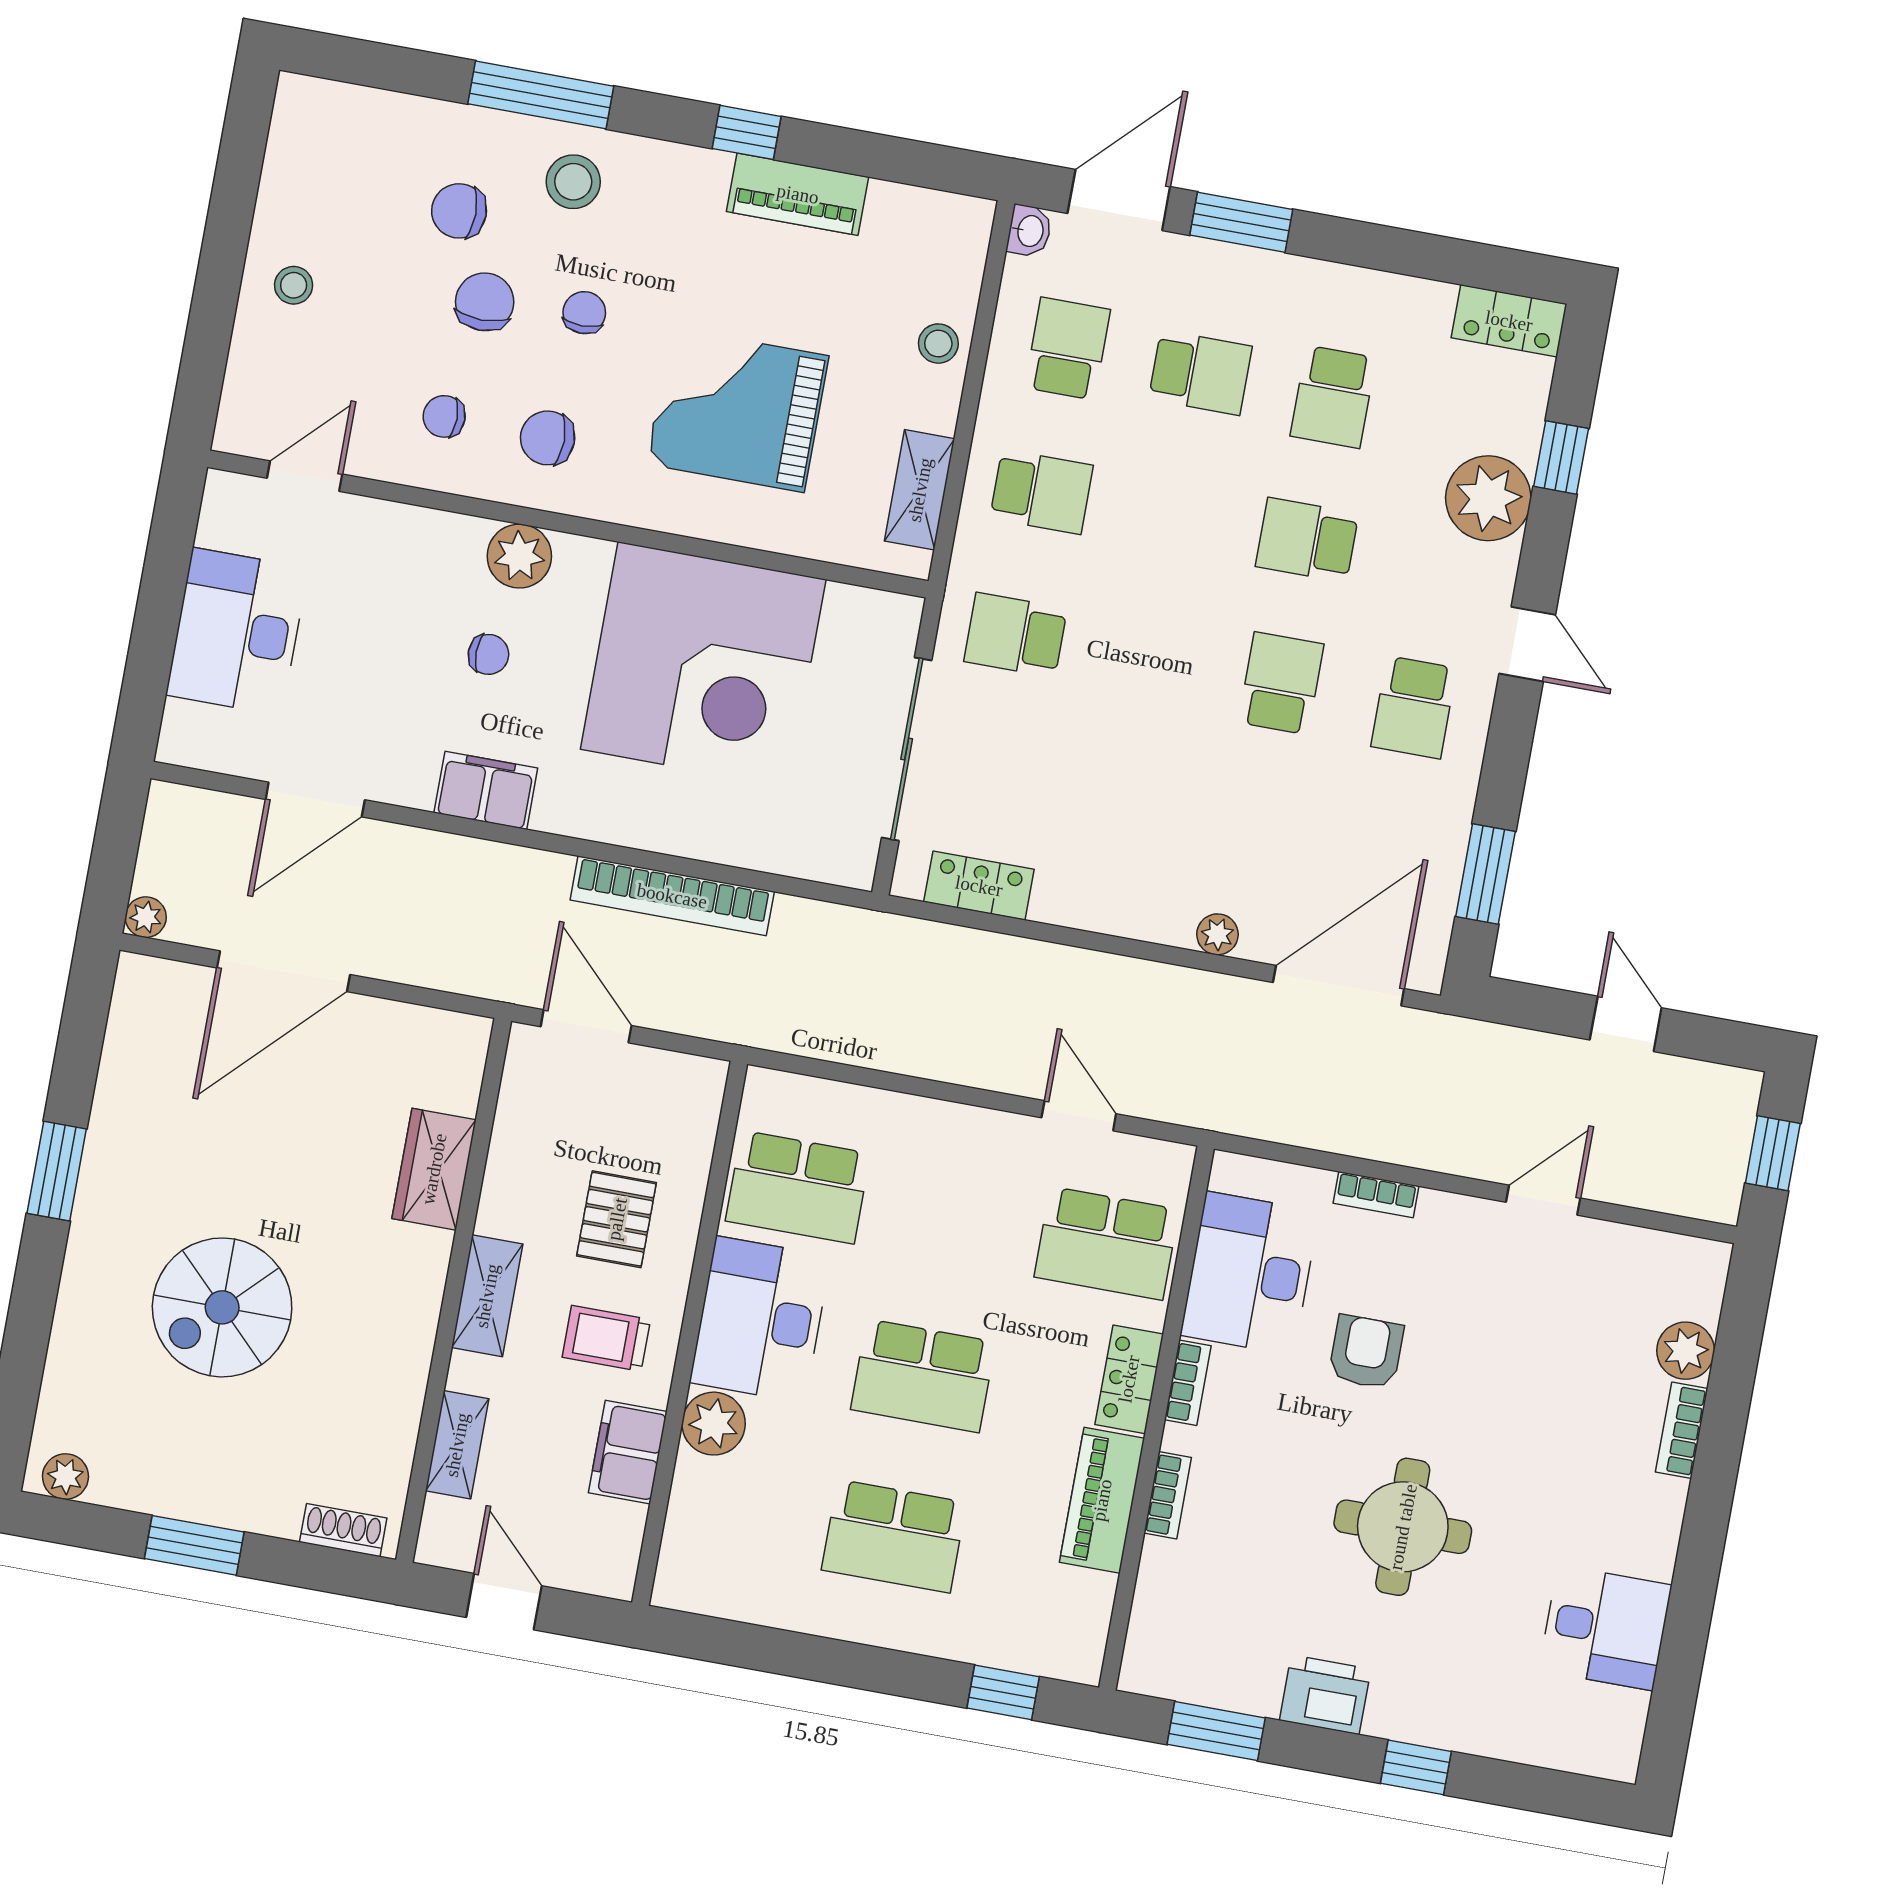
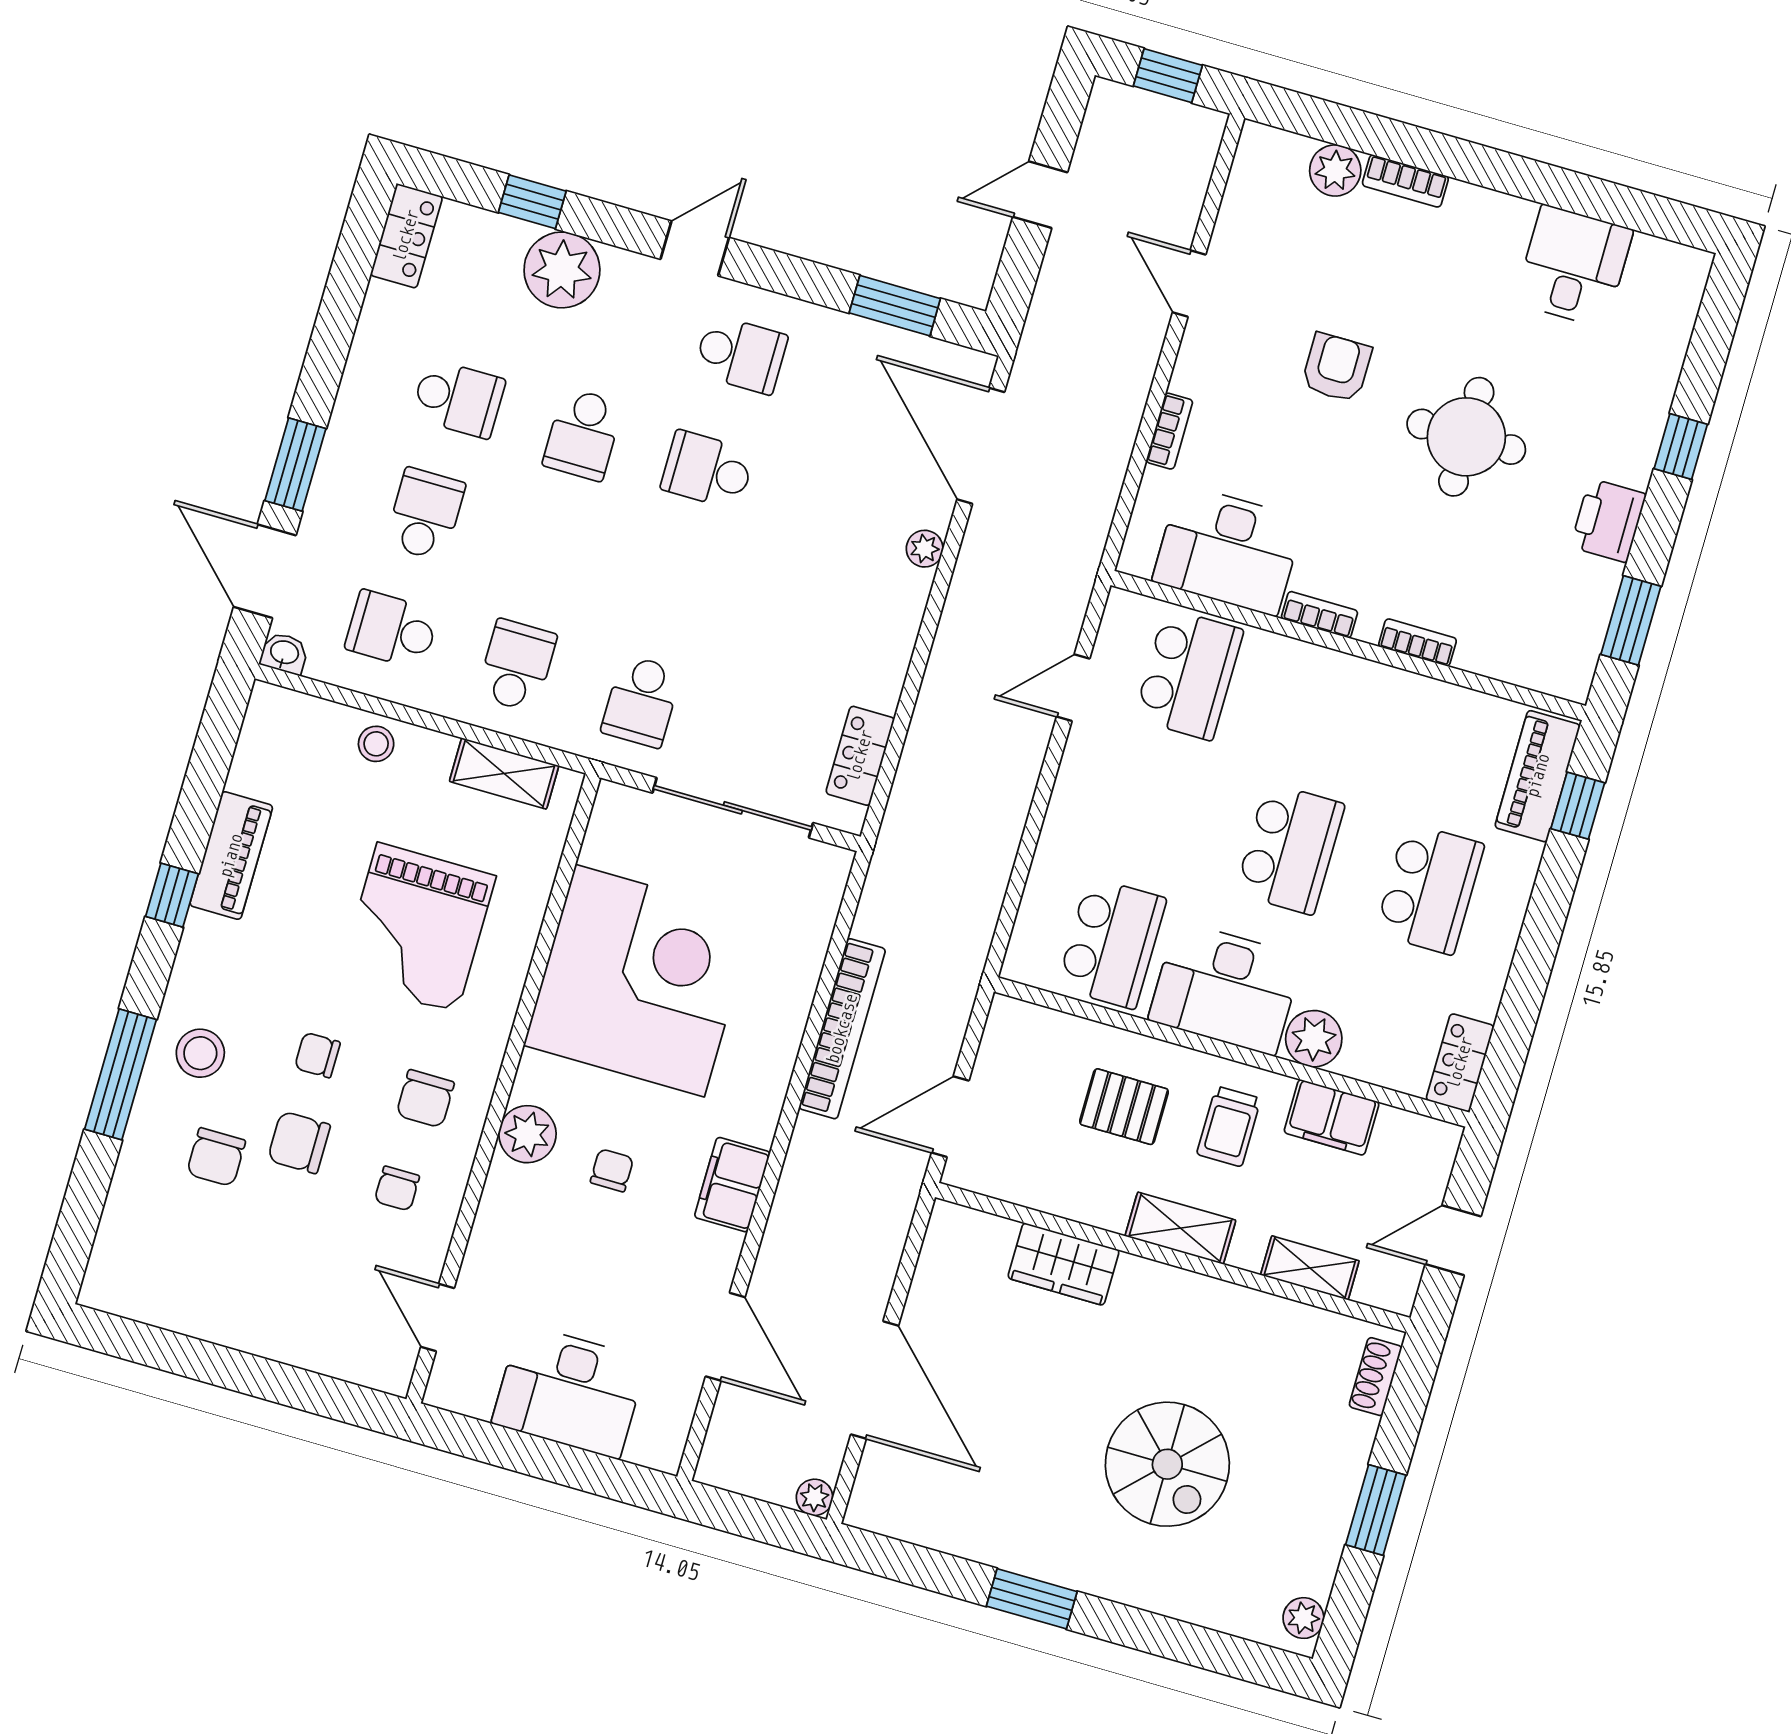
stool: (294, 285) -> (267, 1310), removed
armchair: (1366, 1352) -> (1336, 368), moved, turned 90
locker: (1129, 1379) -> (1460, 1063), moved, turned 90
piano: (1102, 1500) -> (1538, 776), moved, turned 90

